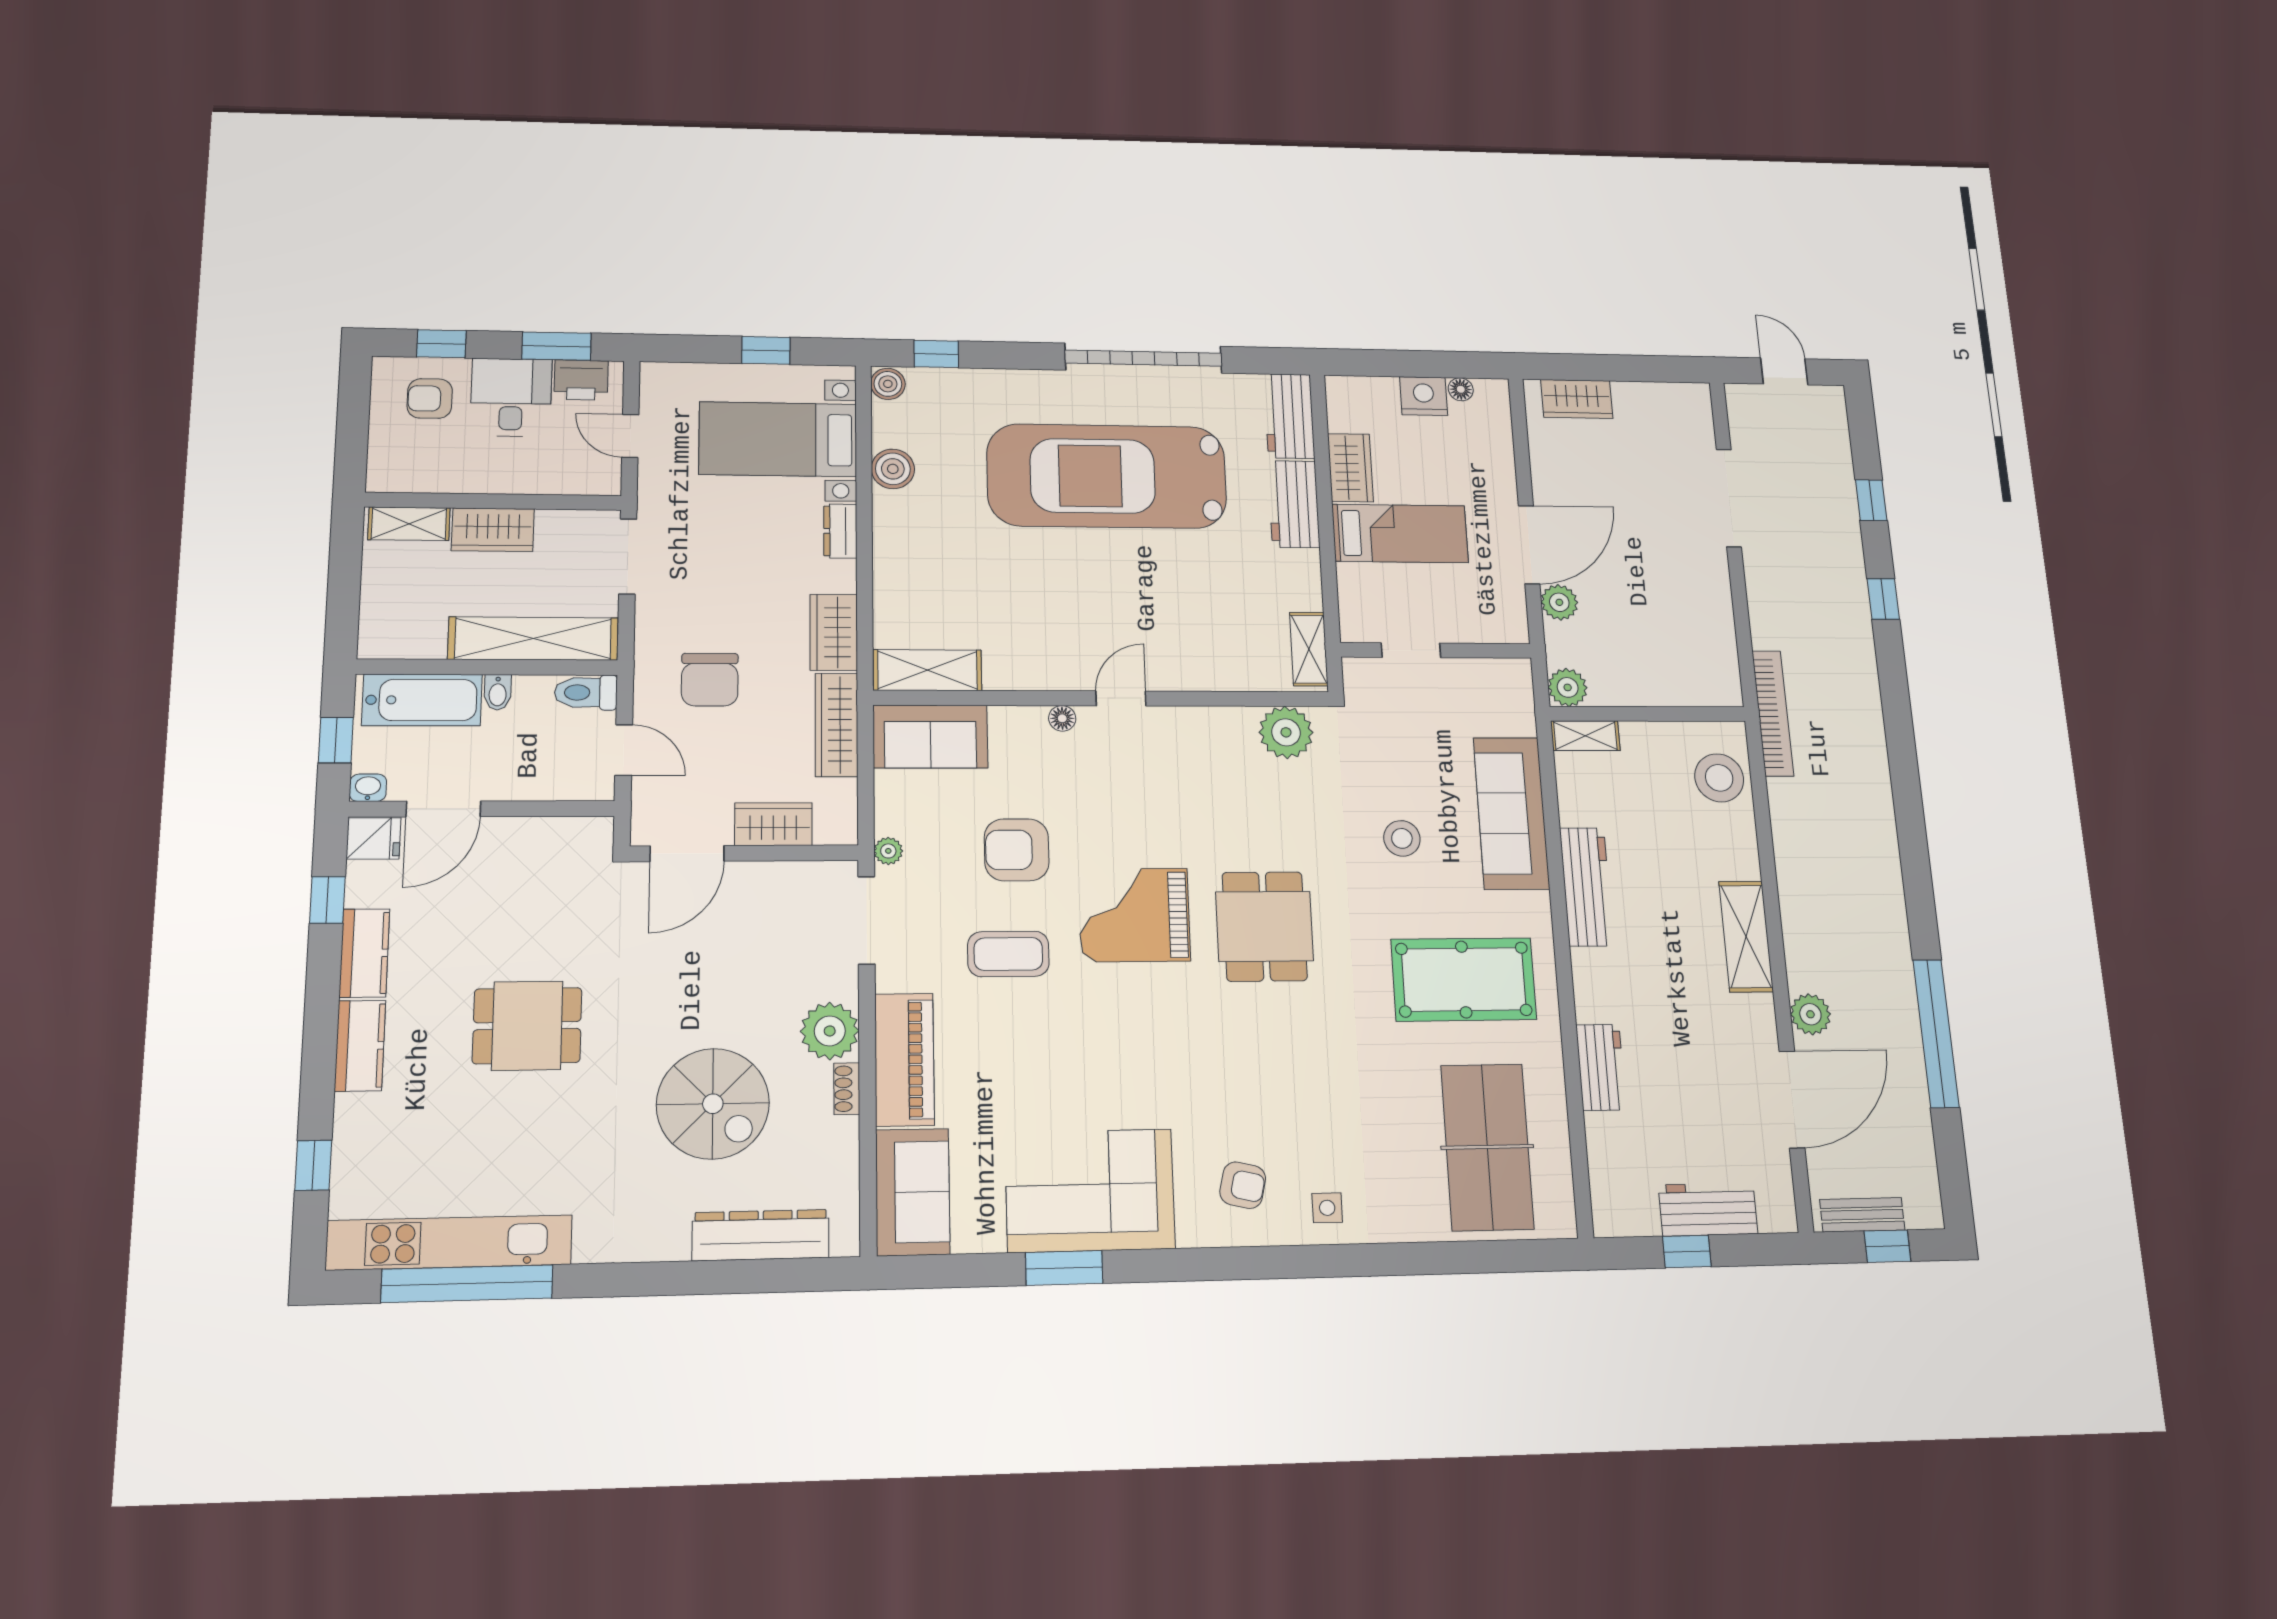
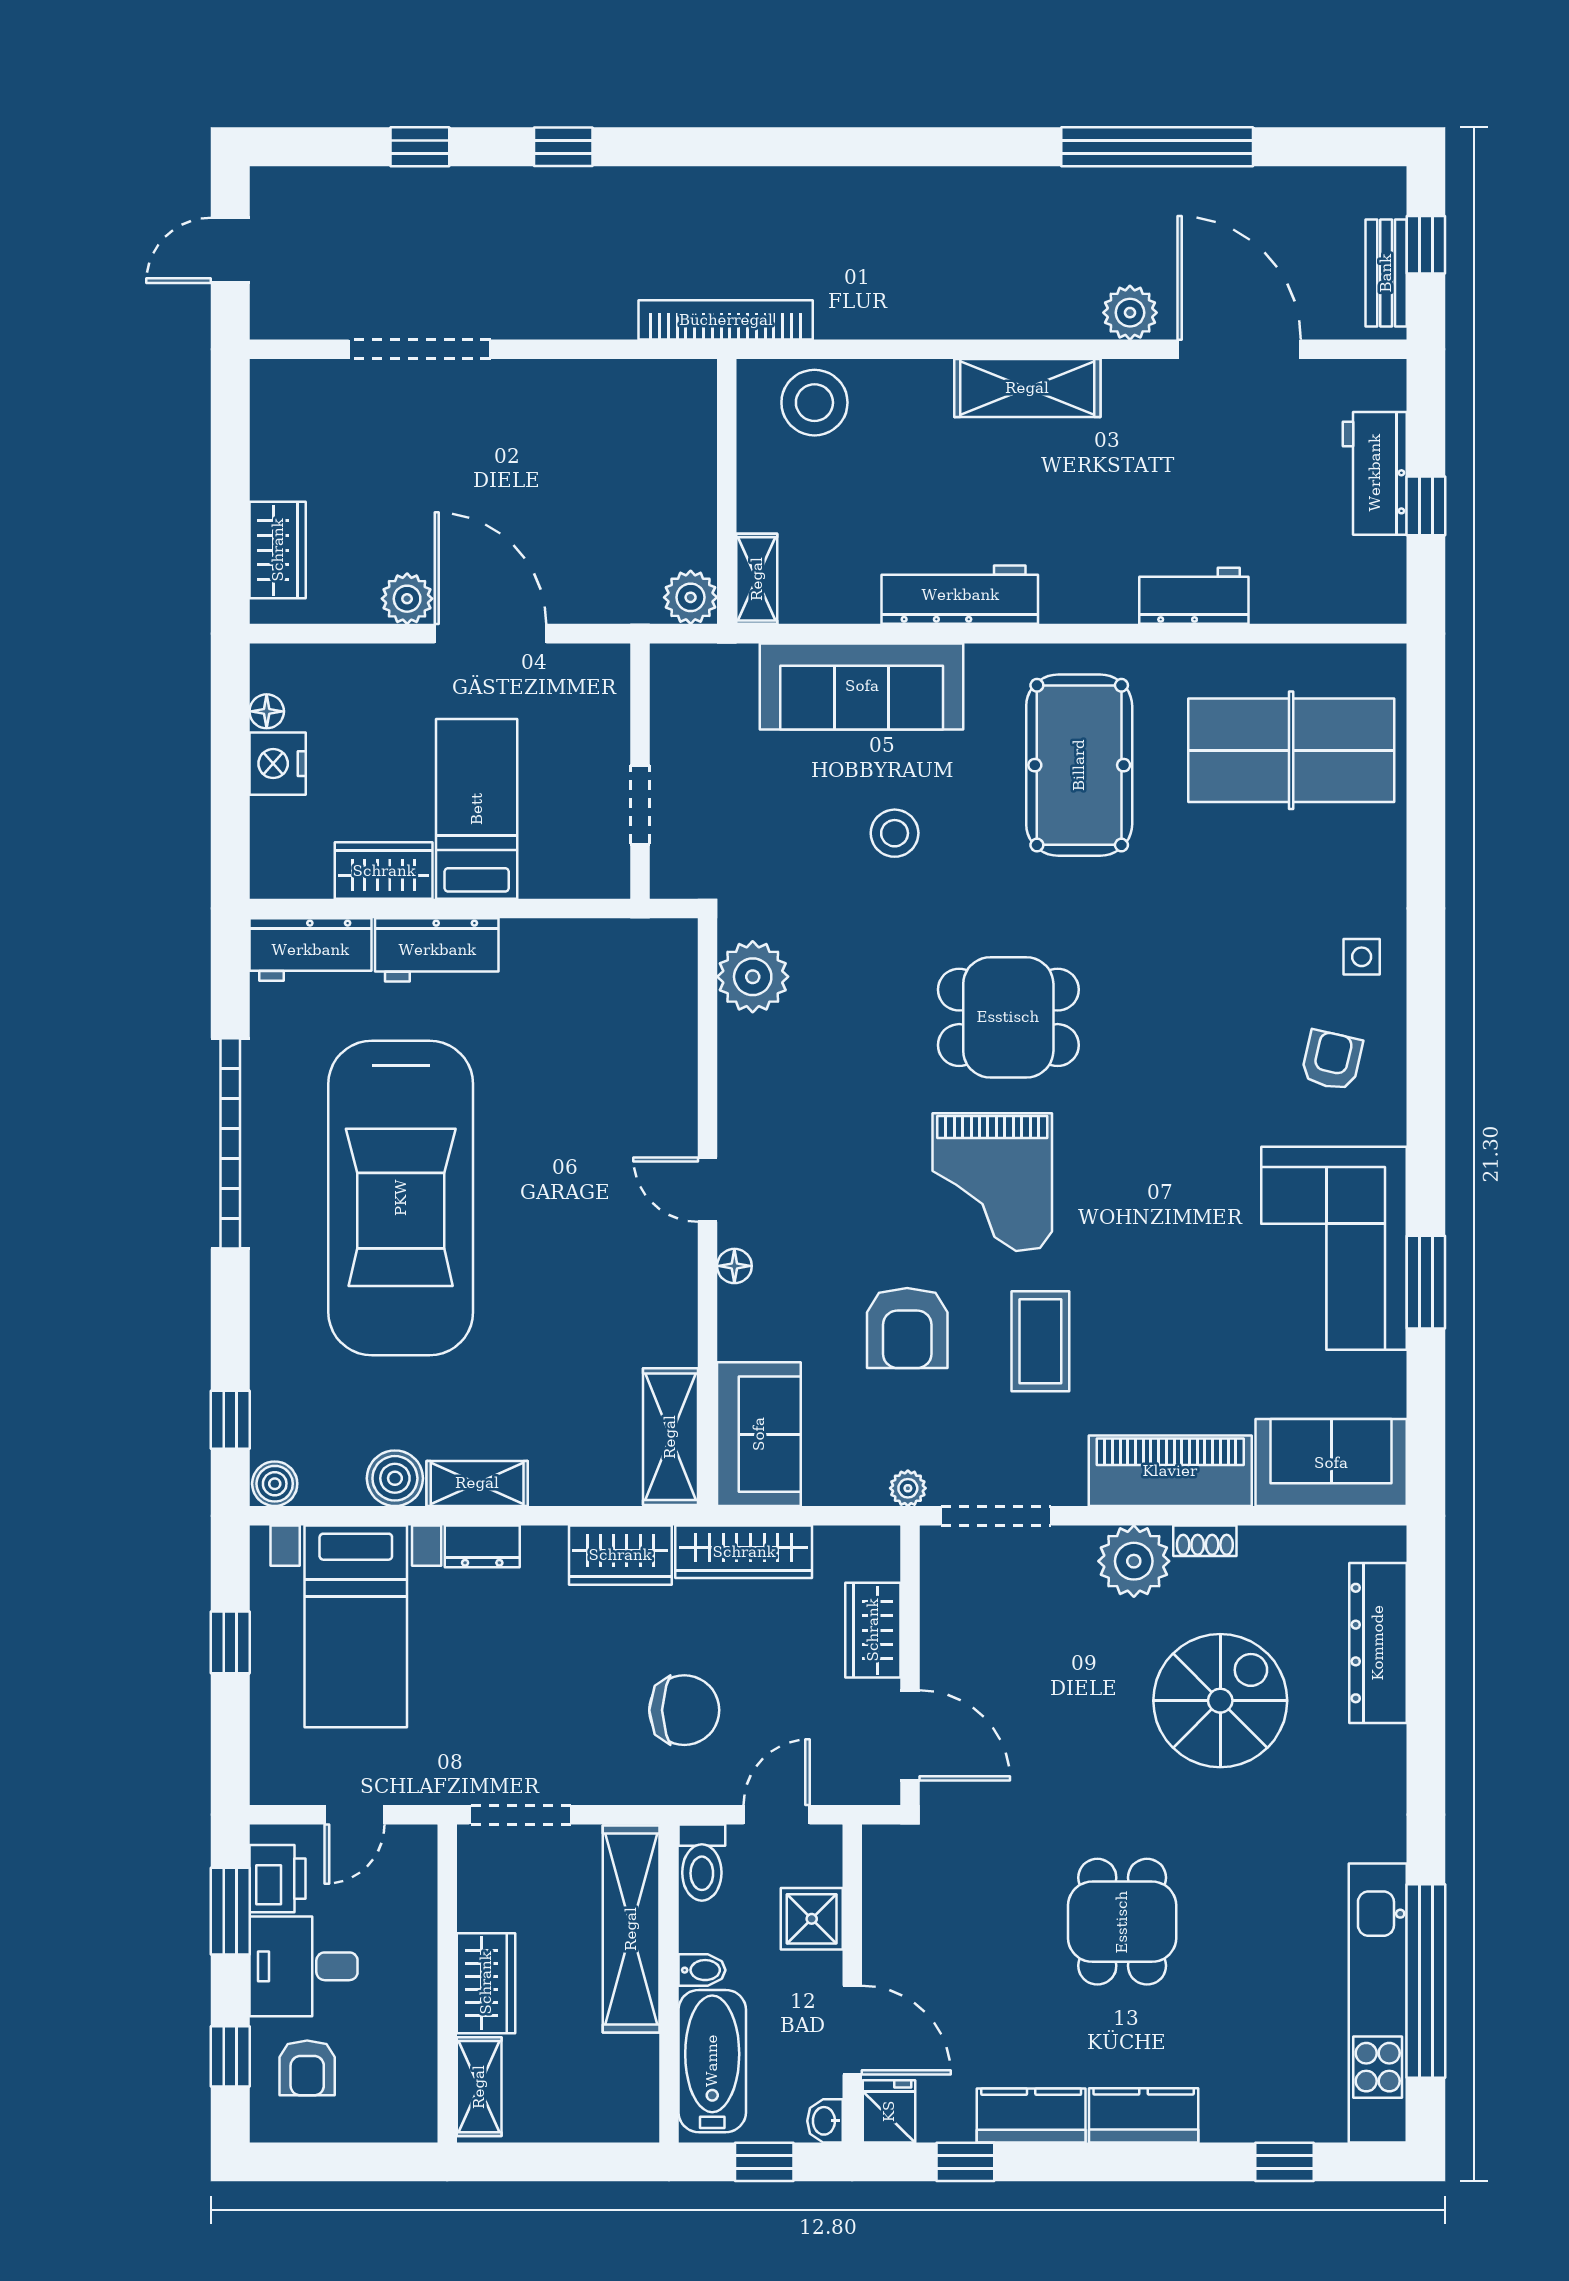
plant: (1559, 602) -> (407, 599), moved
shelving: (1309, 649) -> (477, 1483), moved
shower: (537, 777) -> (812, 1919), added

